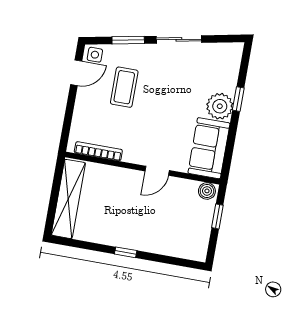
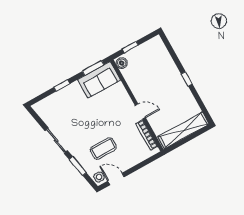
plant: (220, 106) -> (73, 92), removed
window: (229, 153) -> (93, 68), added
door: (157, 171) -> (140, 111), moved

